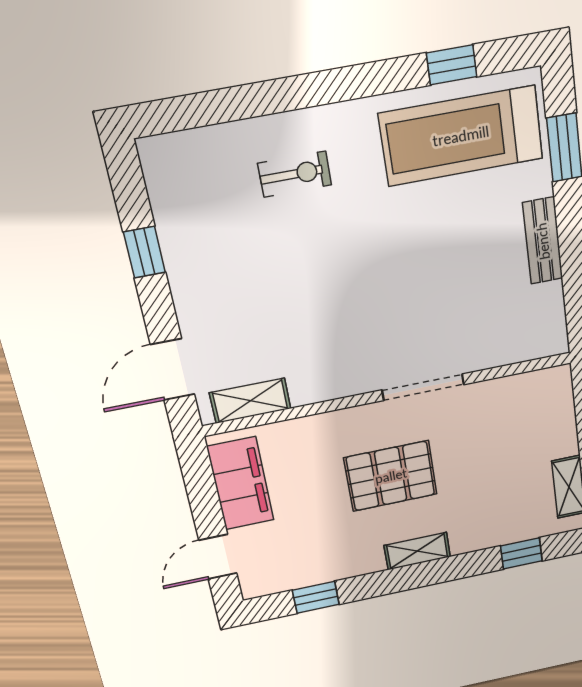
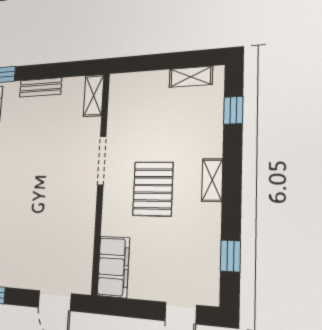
shelving: (250, 401) -> (94, 95), moved
filing cabinet: (241, 484) -> (113, 267), moved, turned 90

